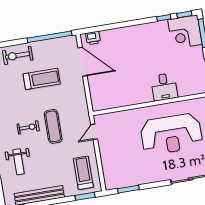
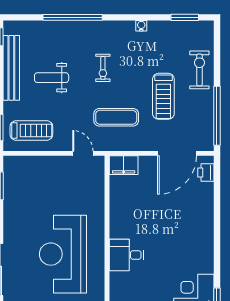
window: (164, 18) -> (217, 270), removed
filing cabinet: (98, 100) -> (124, 165), added
exercise mat: (53, 126) -> (116, 117), moved
weight bench: (19, 162) -> (52, 78), moved

